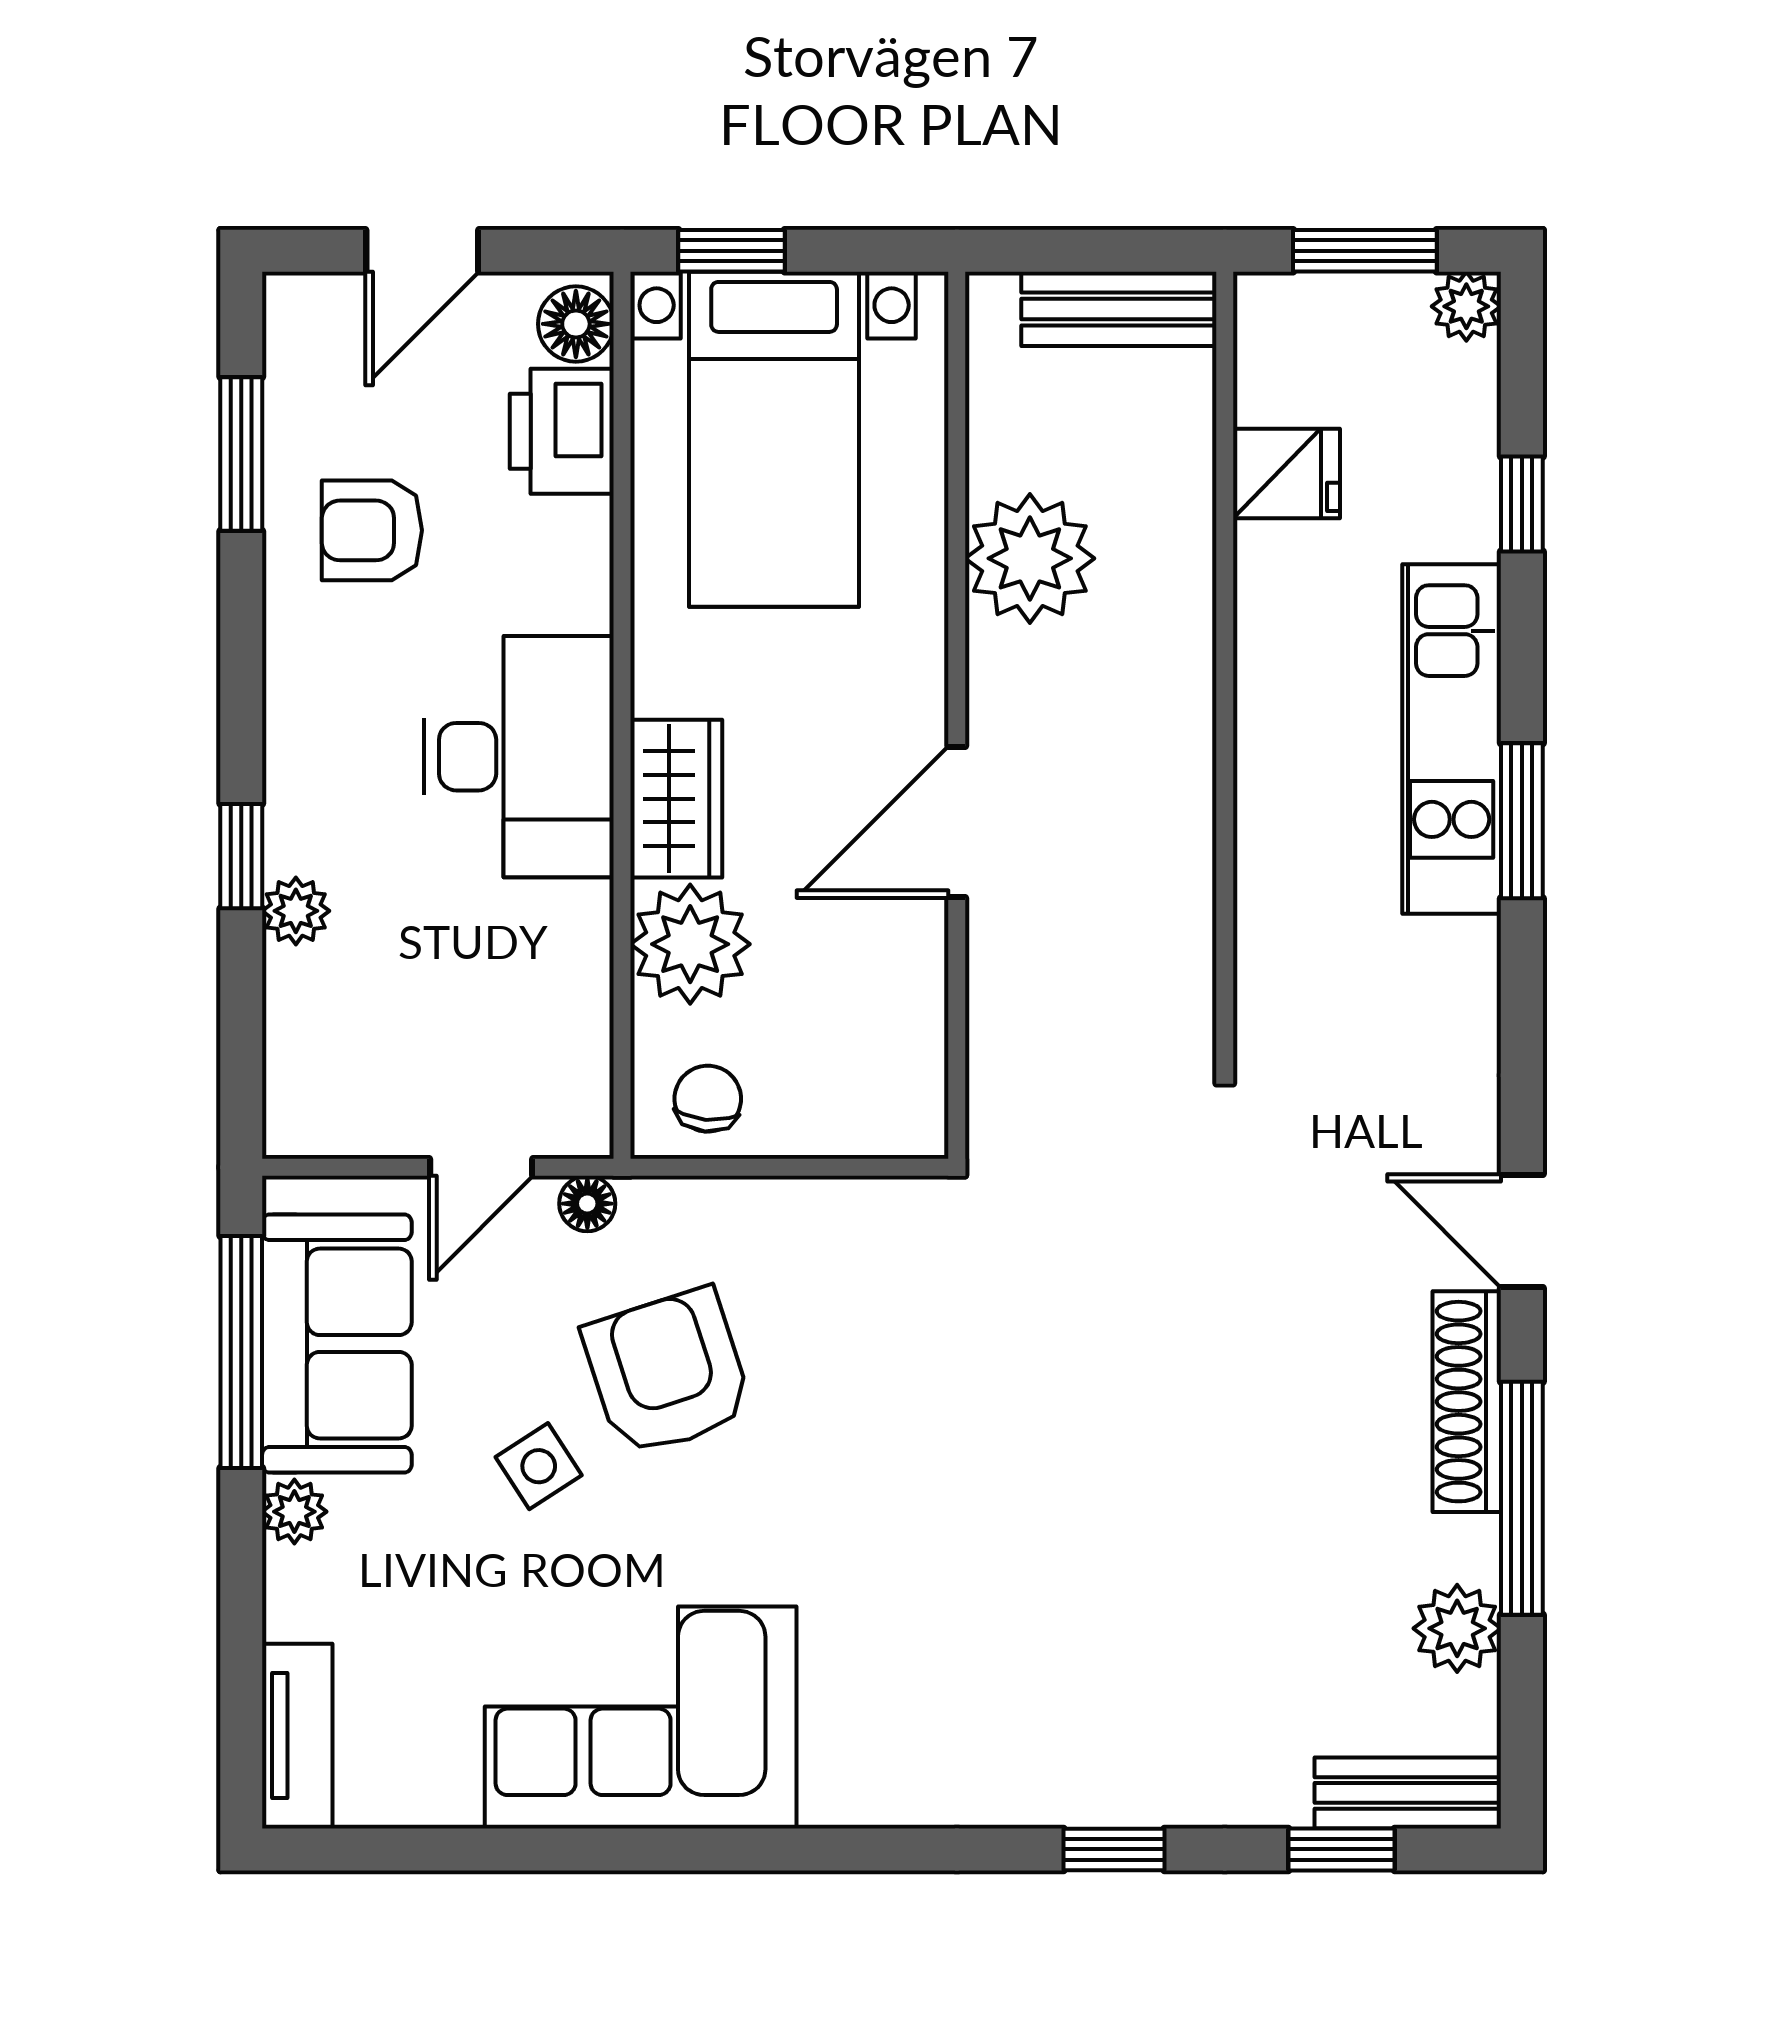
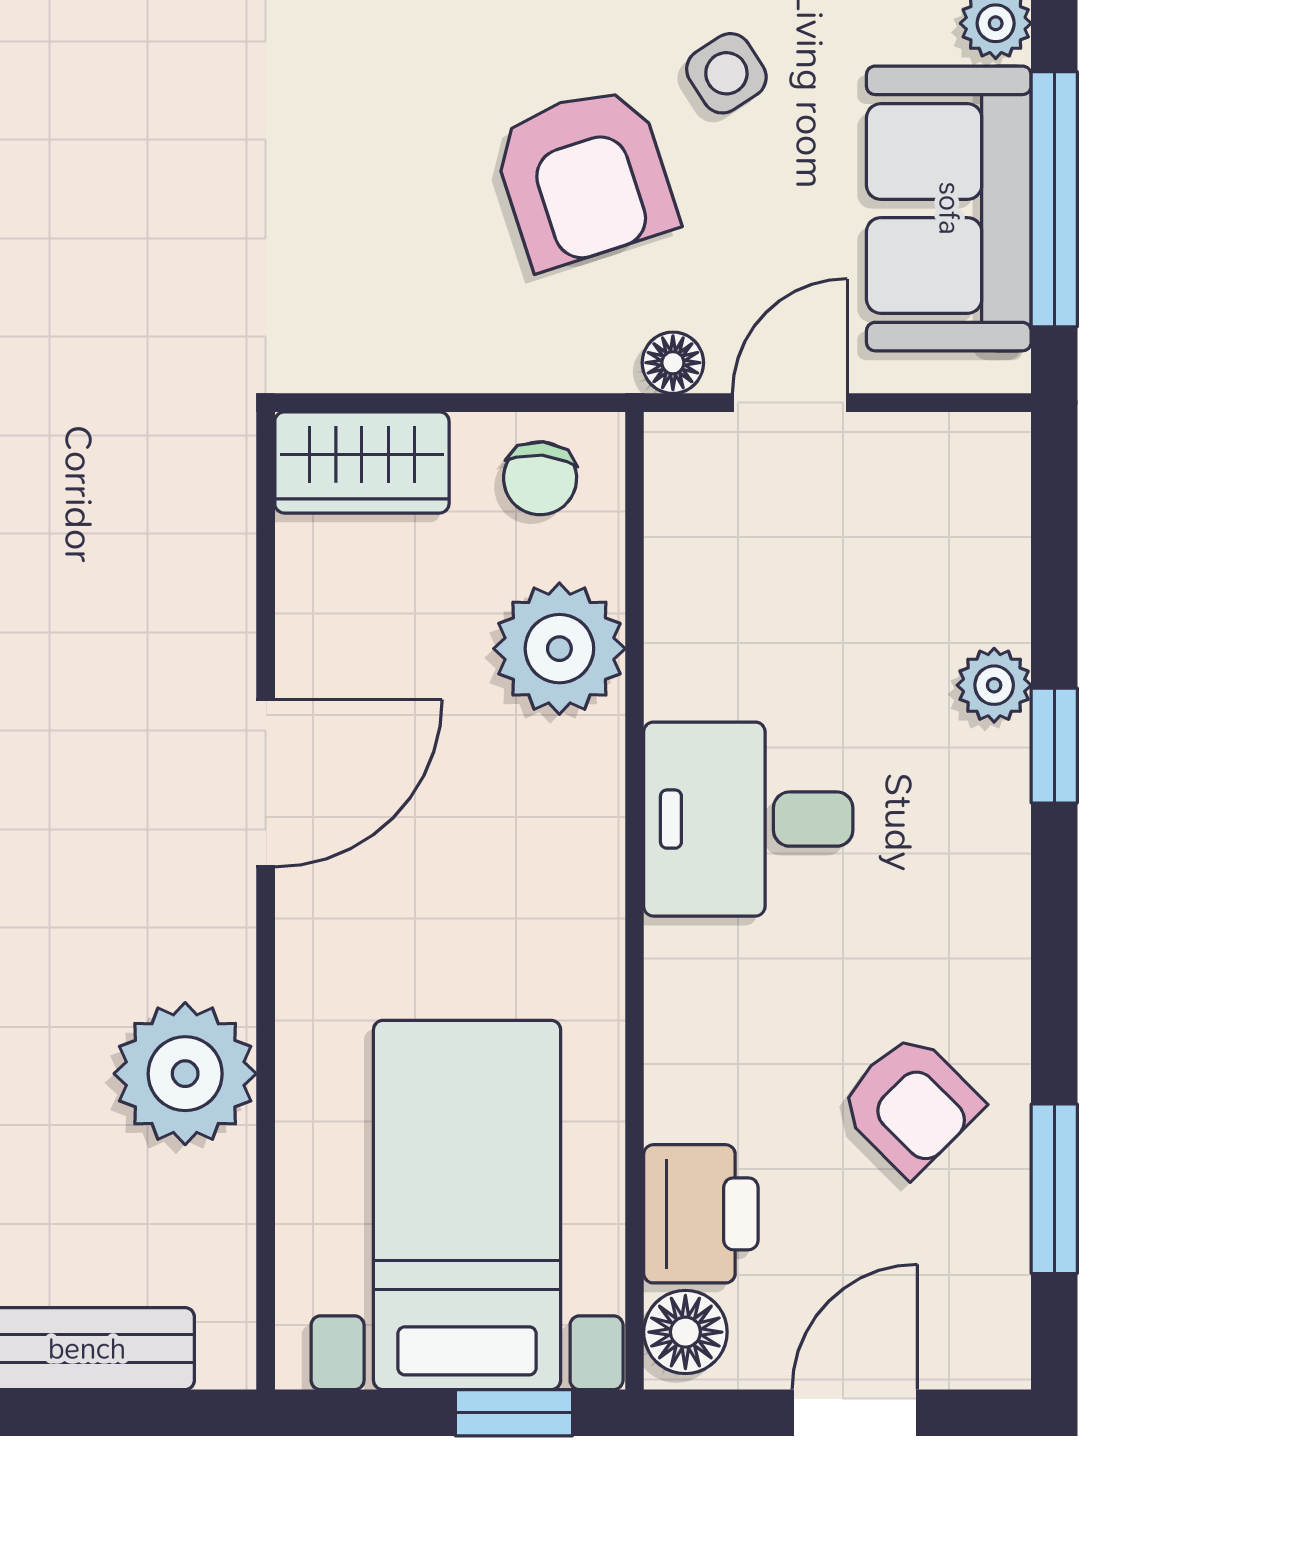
armchair: (372, 530) -> (910, 1105), turned 45
desk: (519, 757) -> (748, 819), width x0.73
wardrobe: (676, 799) -> (362, 462), moved, turned -90

